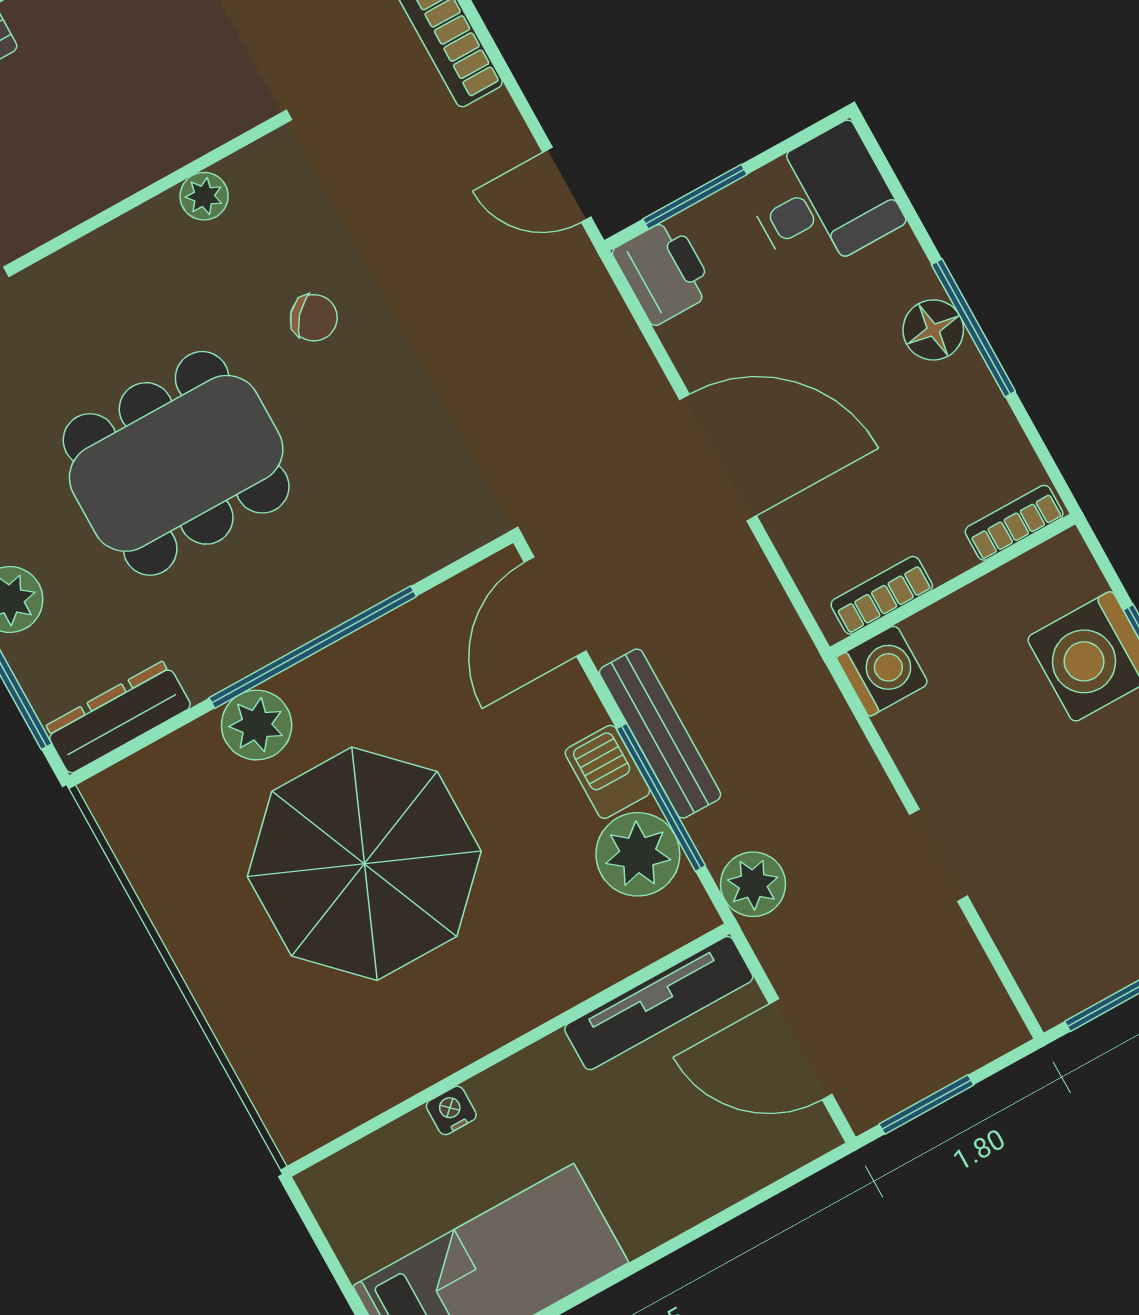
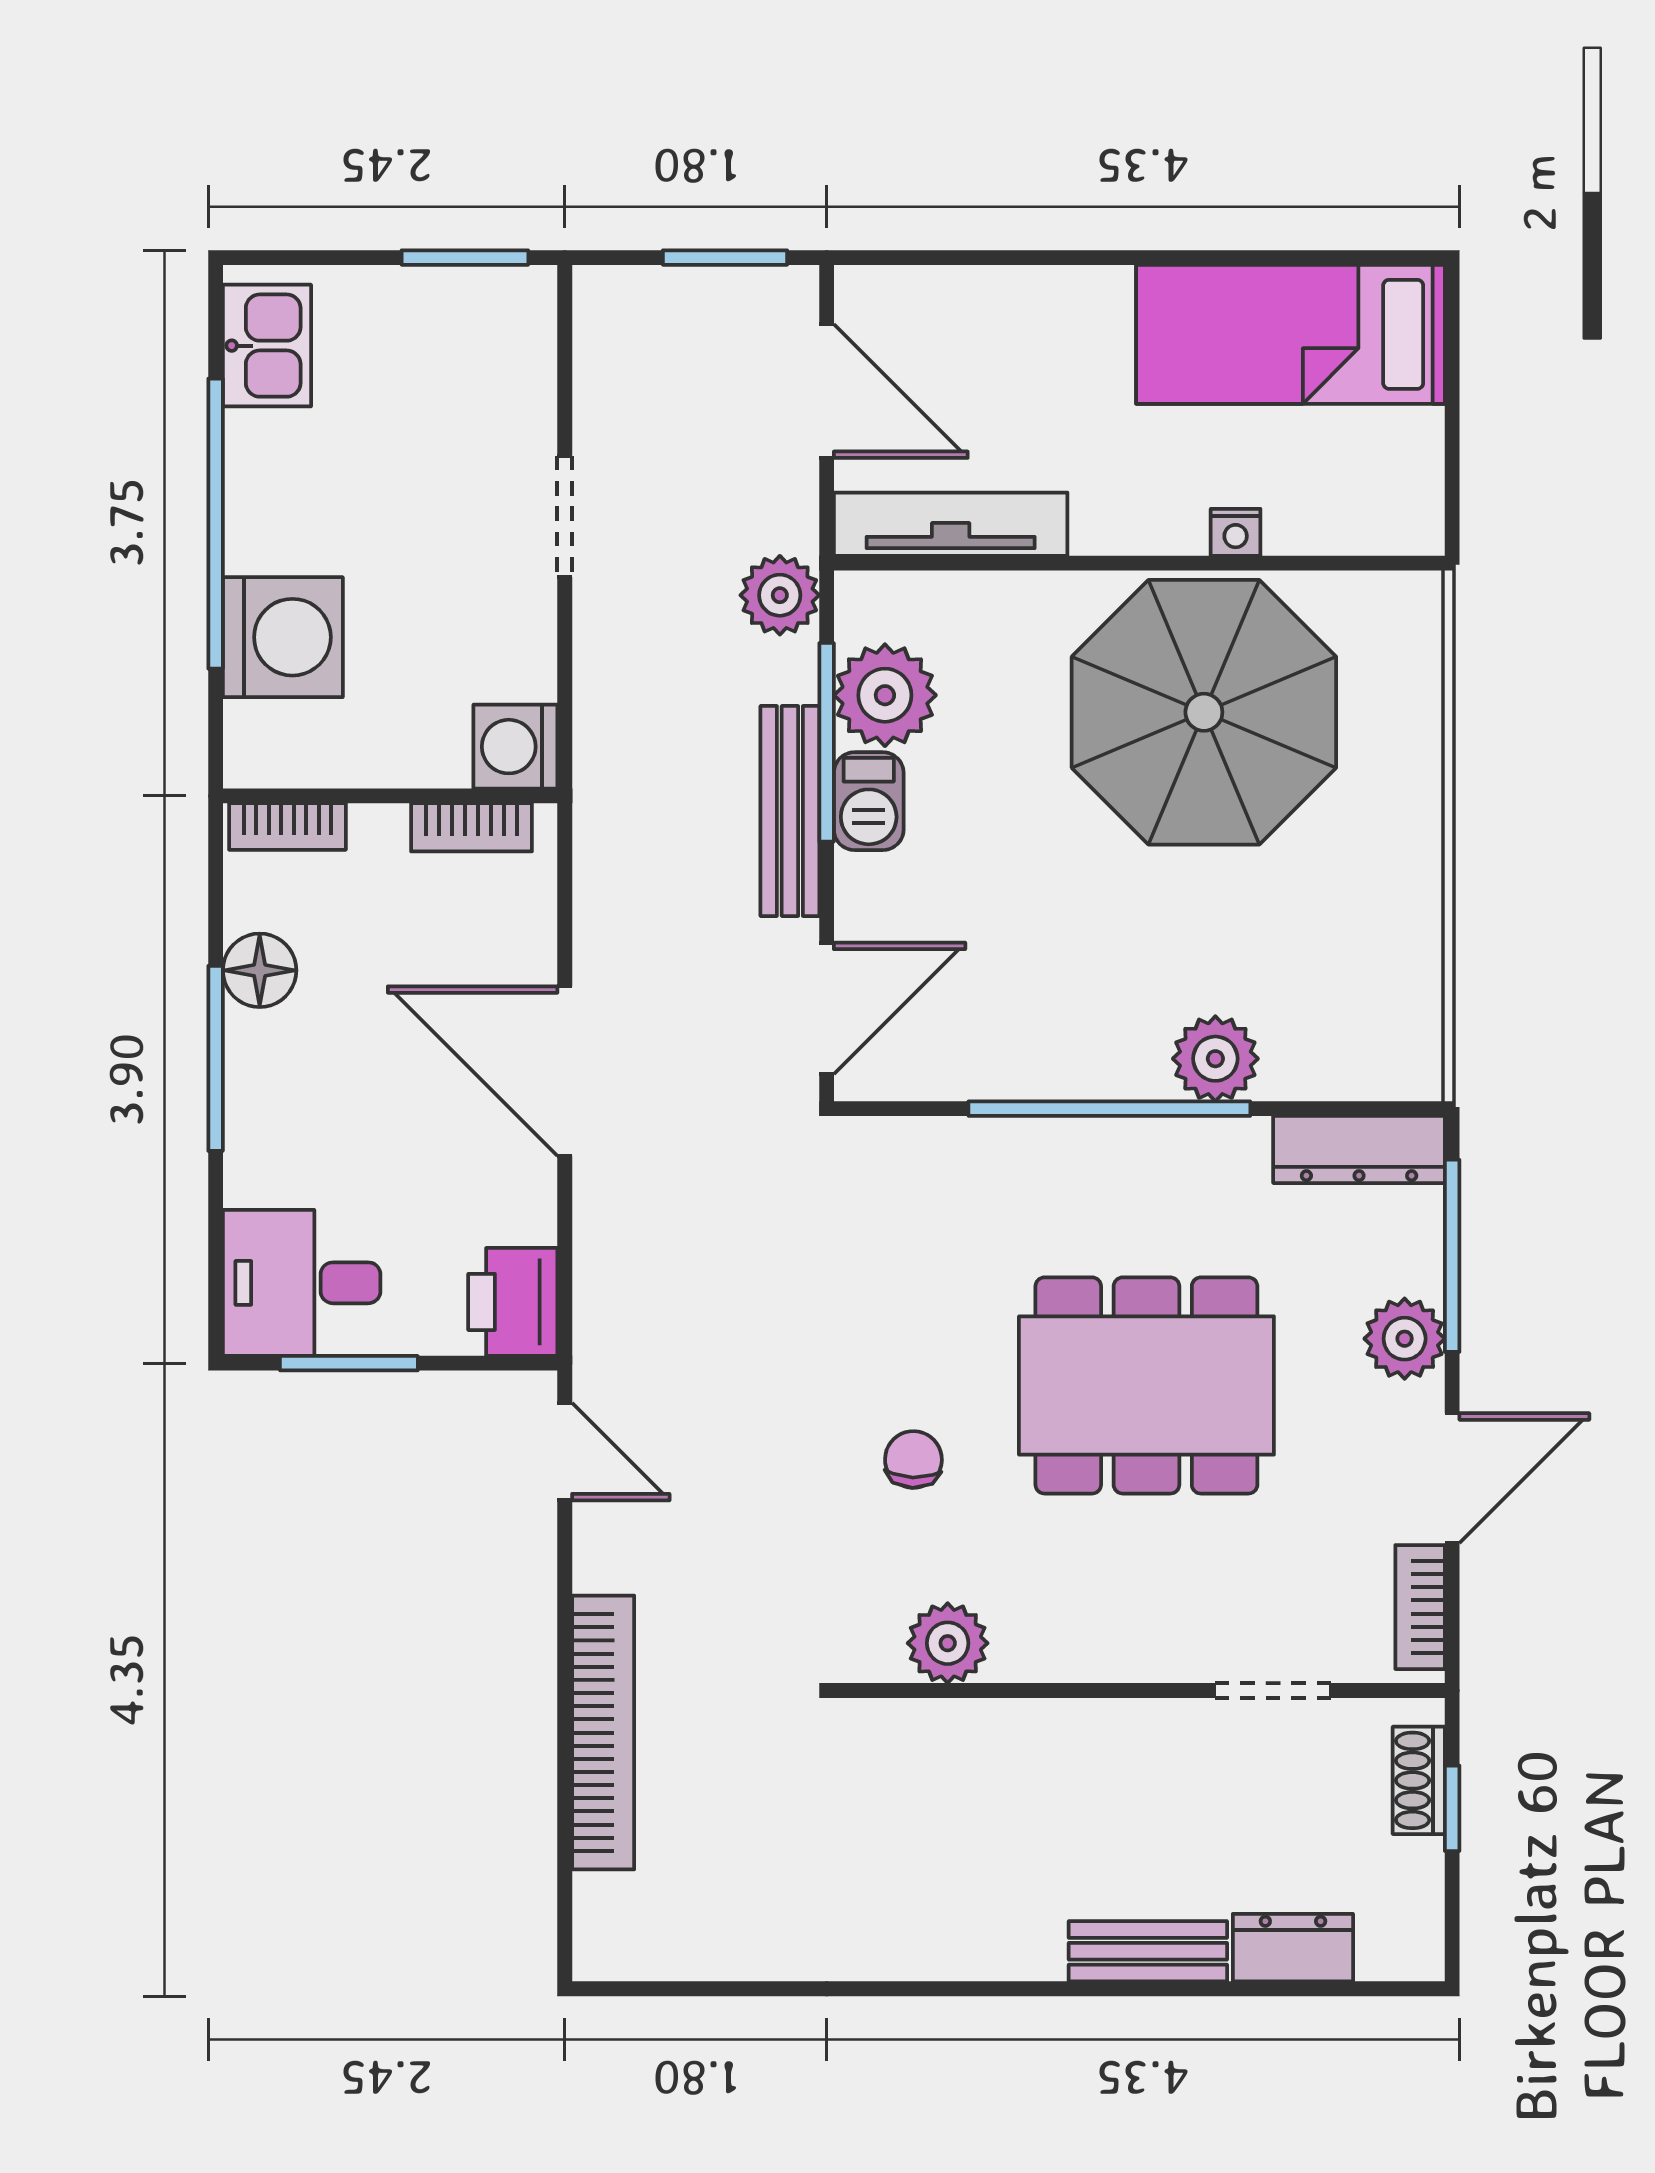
plant: (204, 196) -> (948, 1643), width x1.38, depth x1.38
window: (695, 197) -> (349, 1363), moved
chair: (314, 318) -> (913, 1459), turned 50
floor lamp: (933, 330) -> (260, 970), moved
parasol: (364, 864) -> (1204, 712), moved

